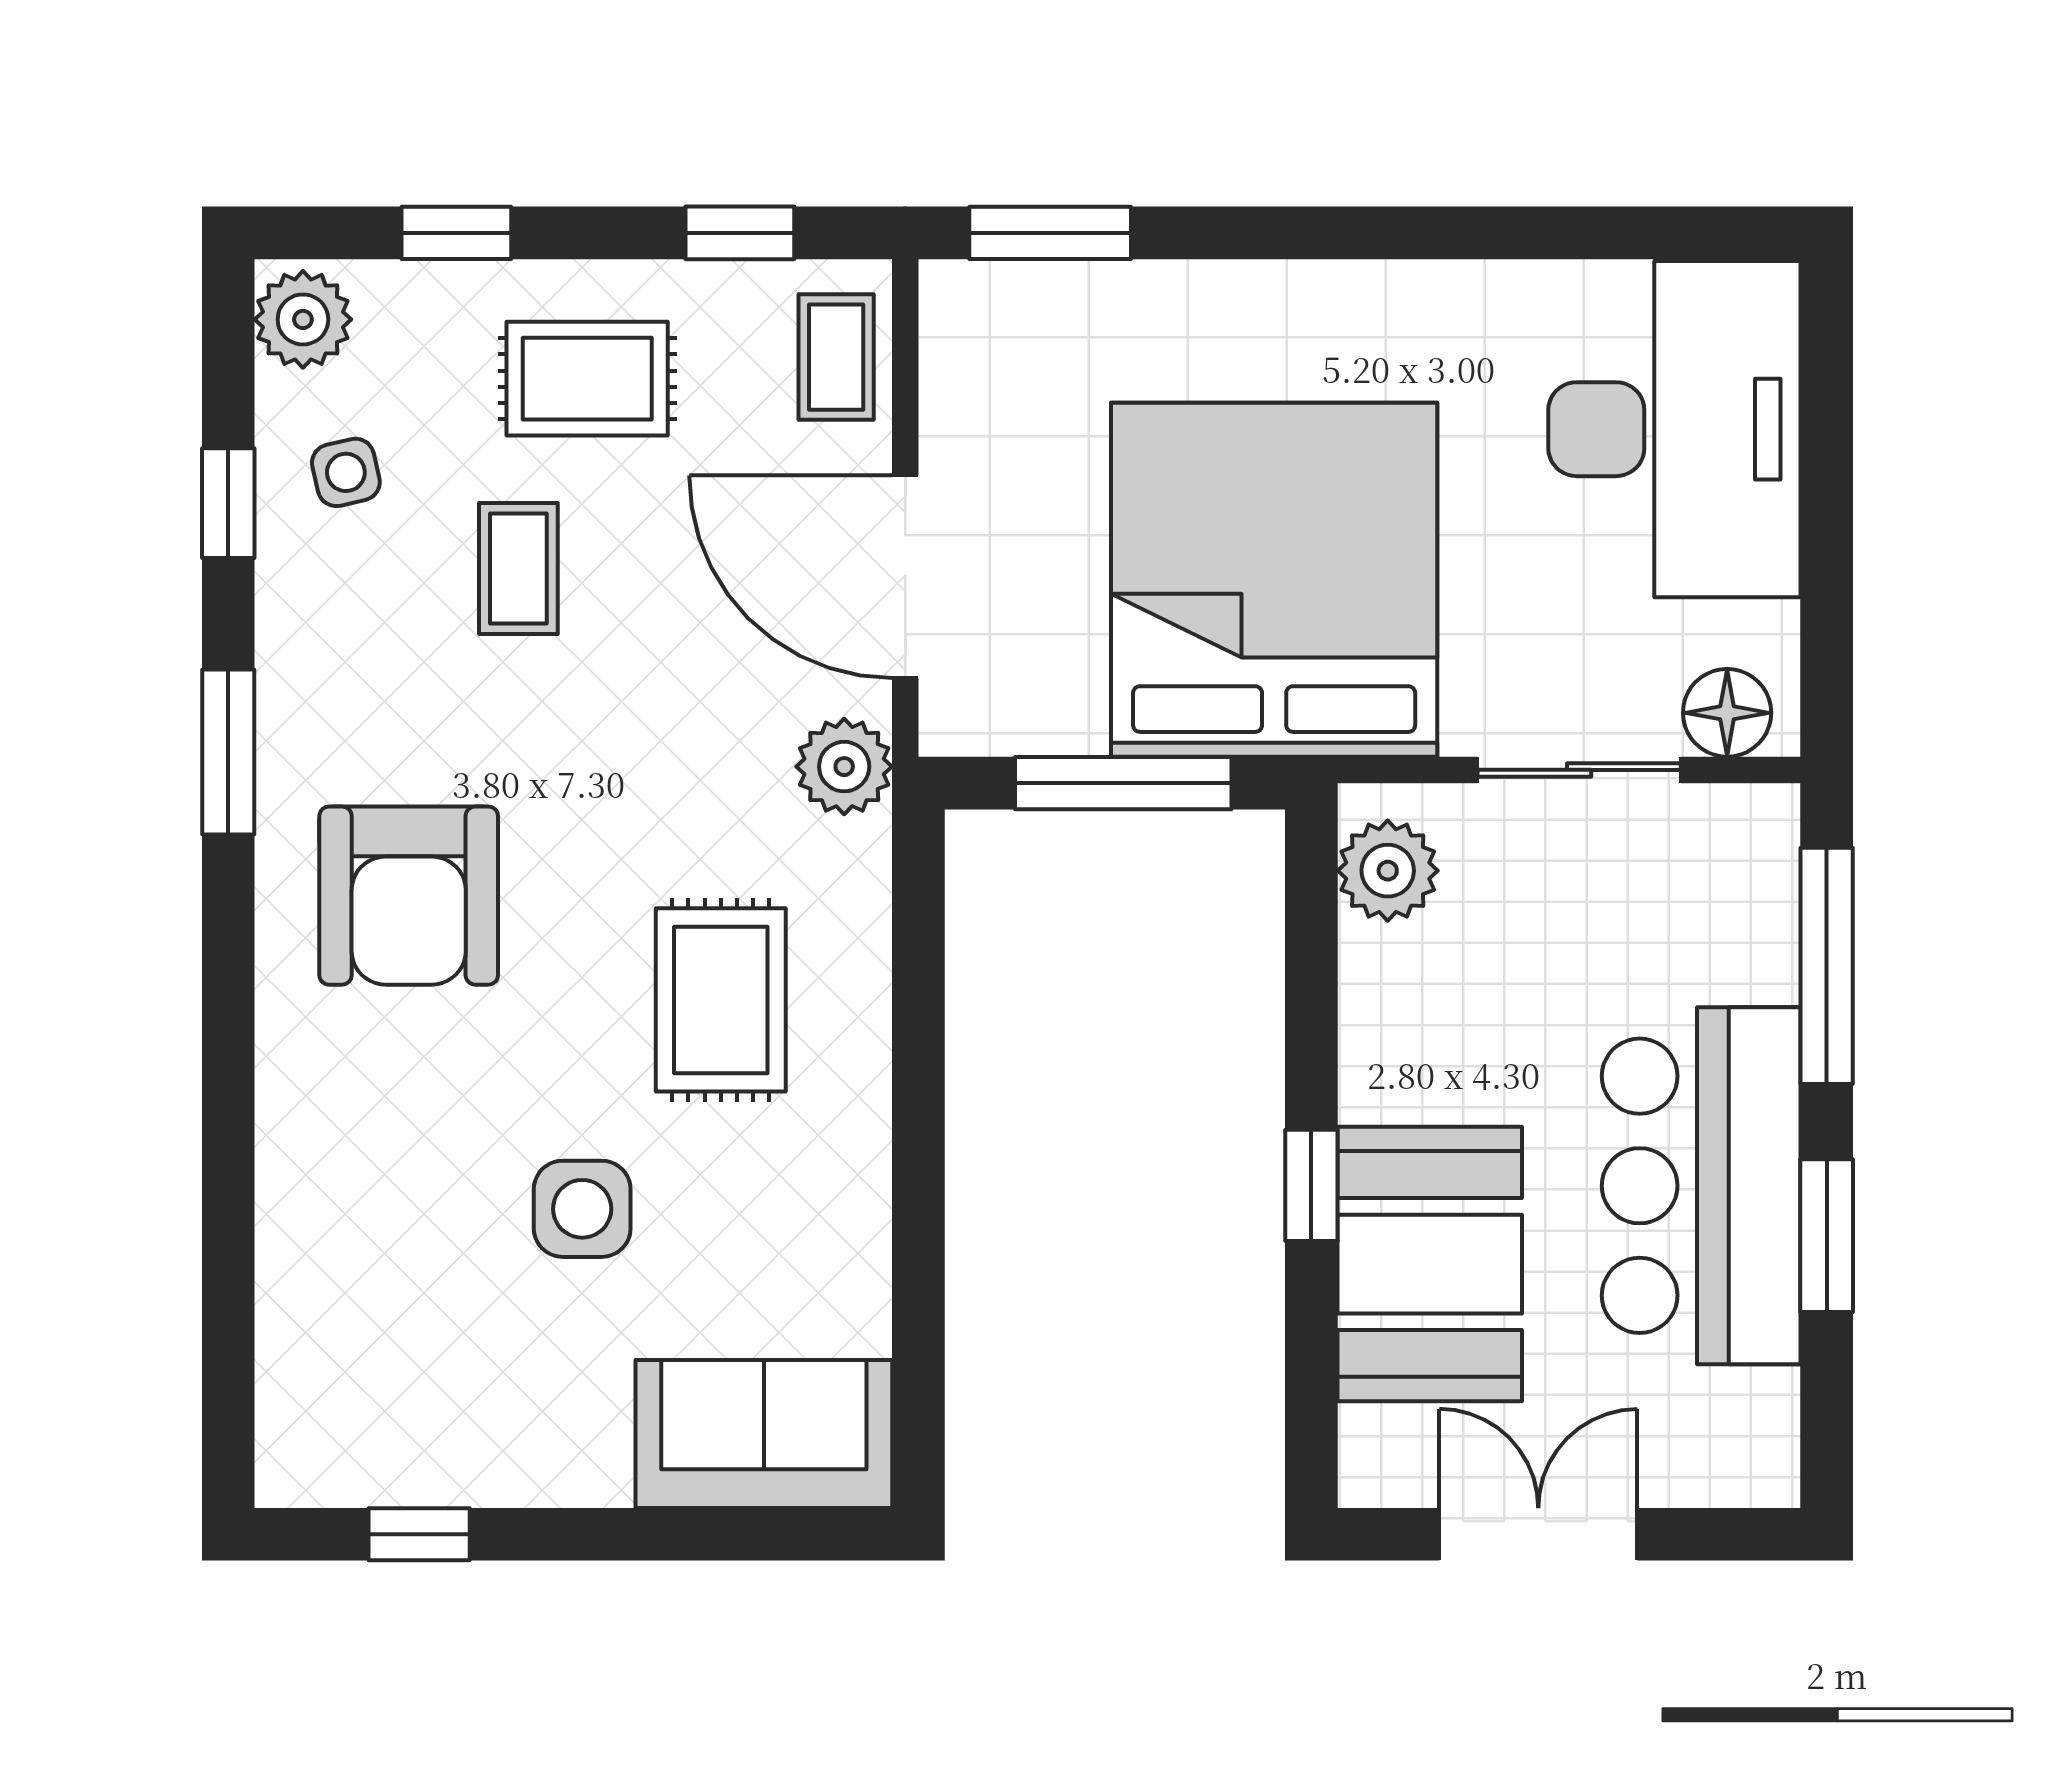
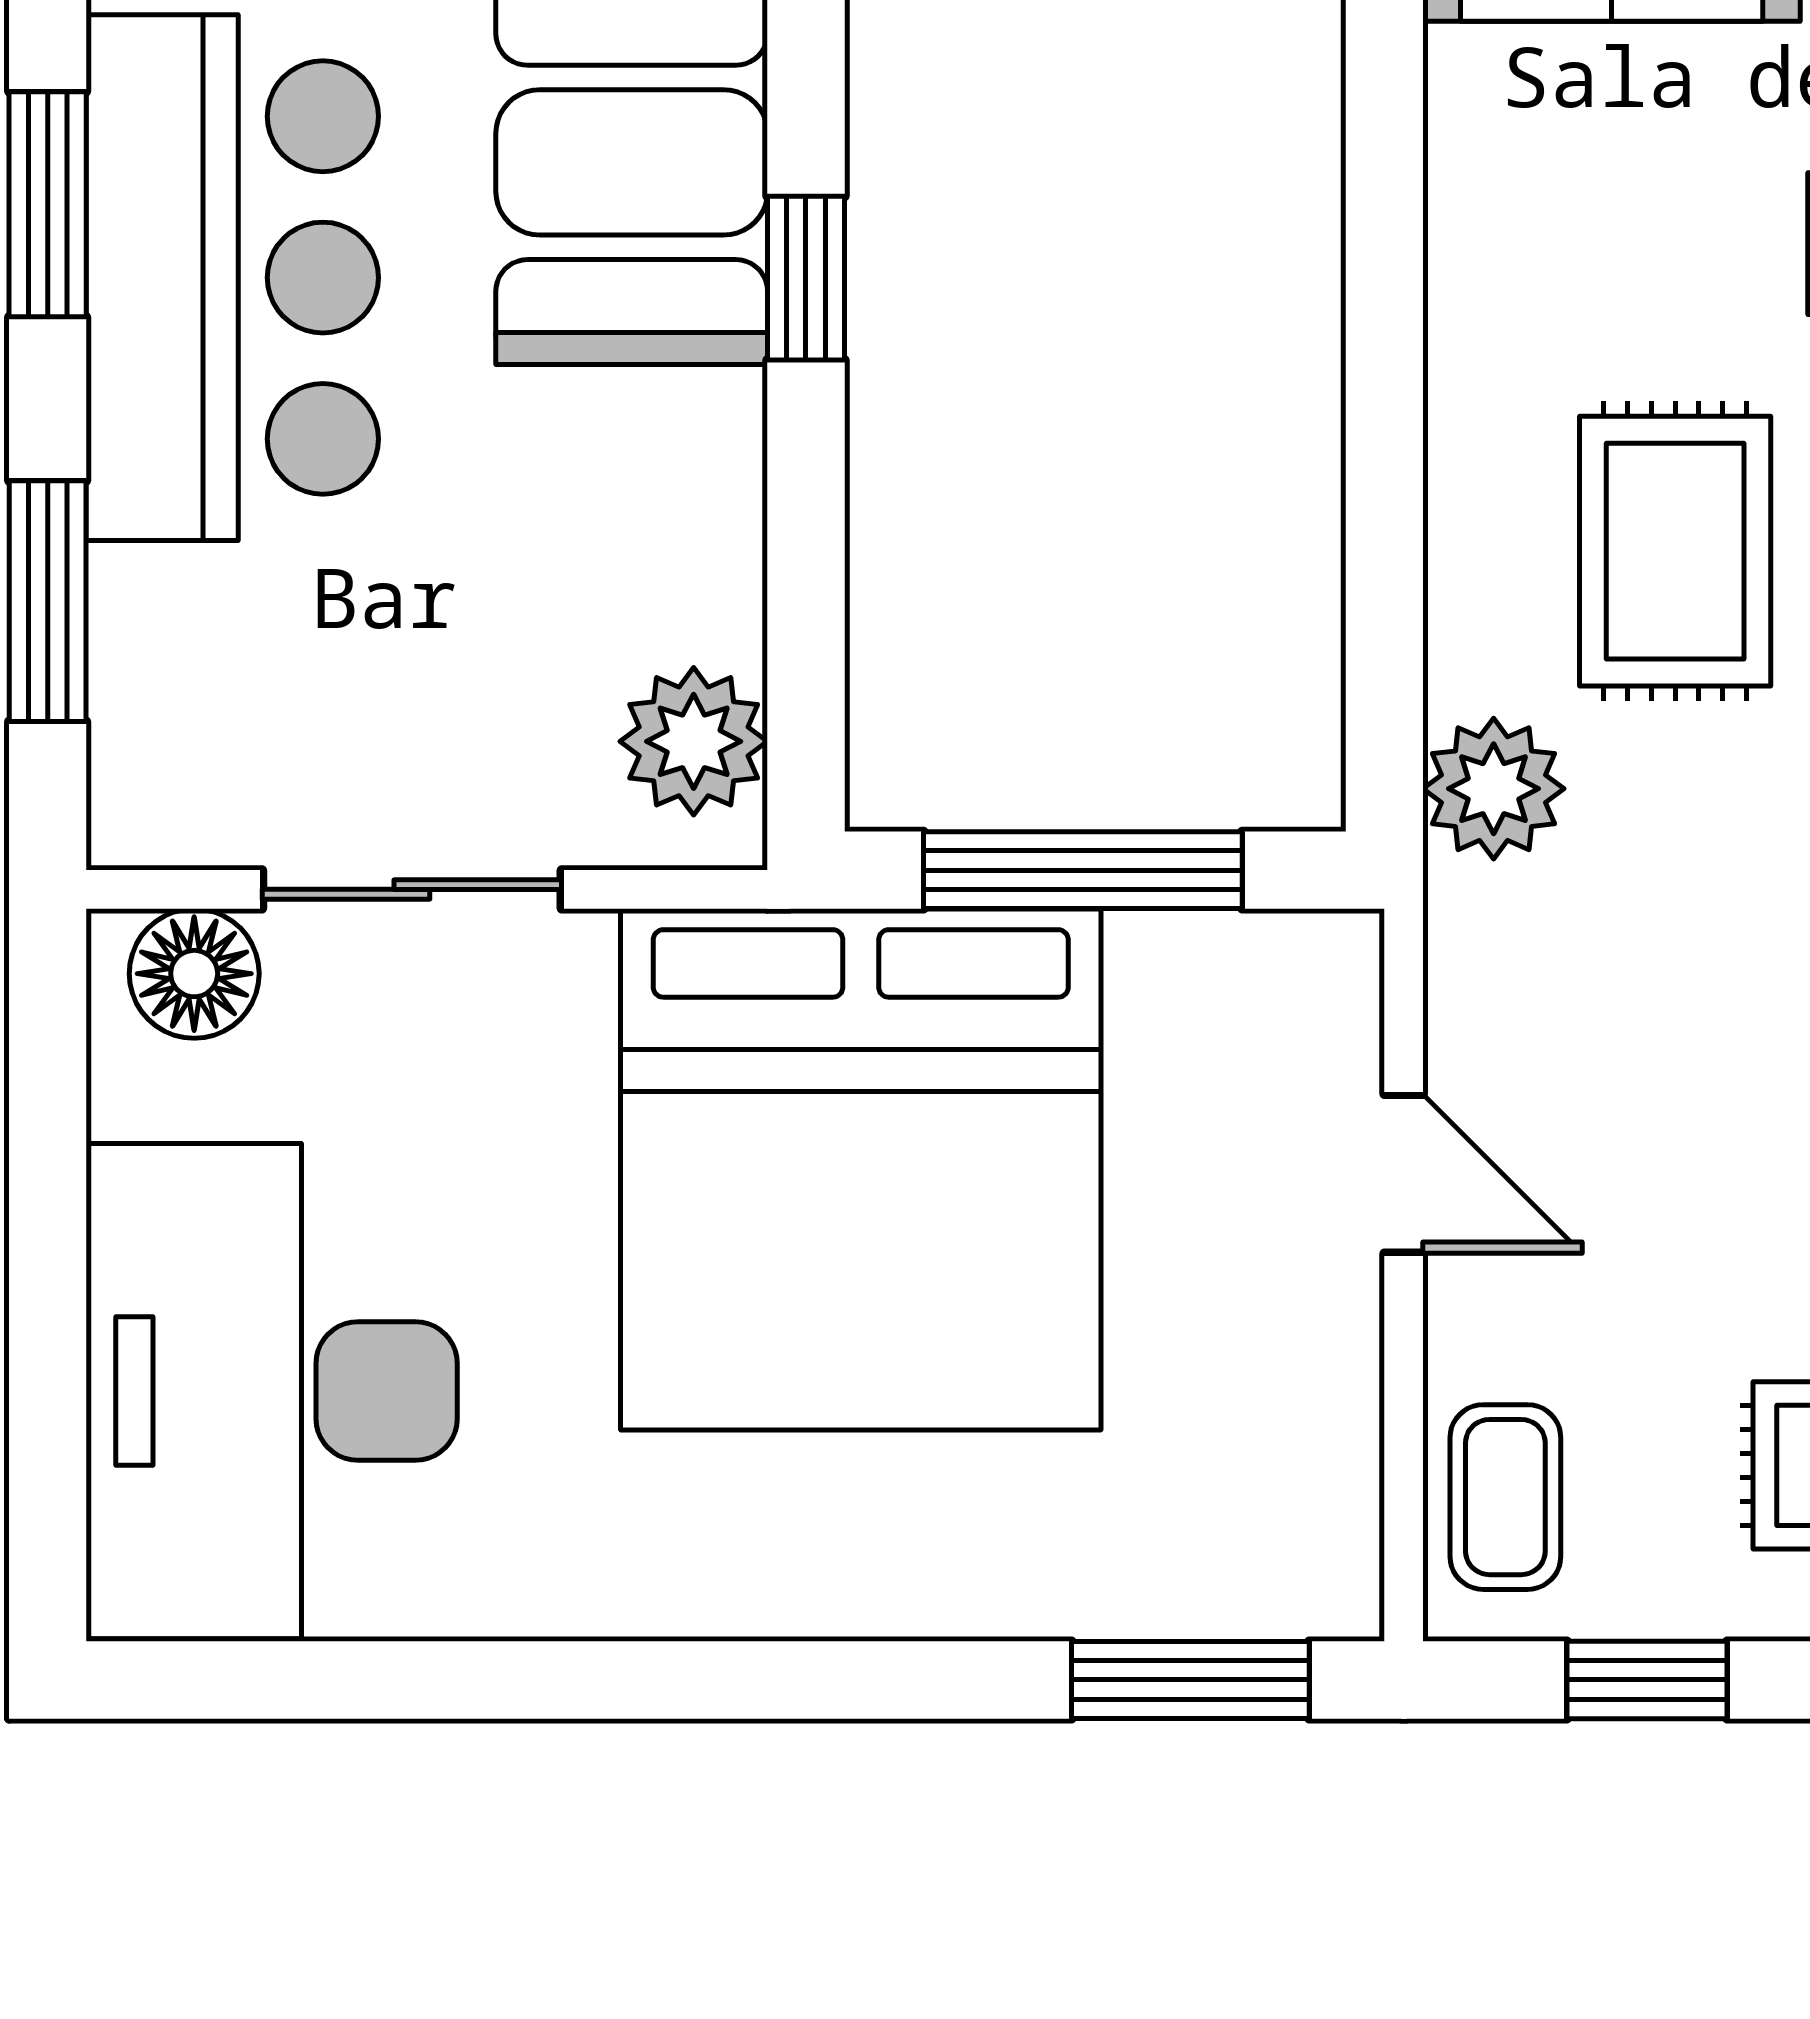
door: (905, 577) -> (1404, 1174), width x0.53
plant: (844, 767) -> (1494, 789), moved
window: (1827, 966) -> (48, 601), width x0.69

